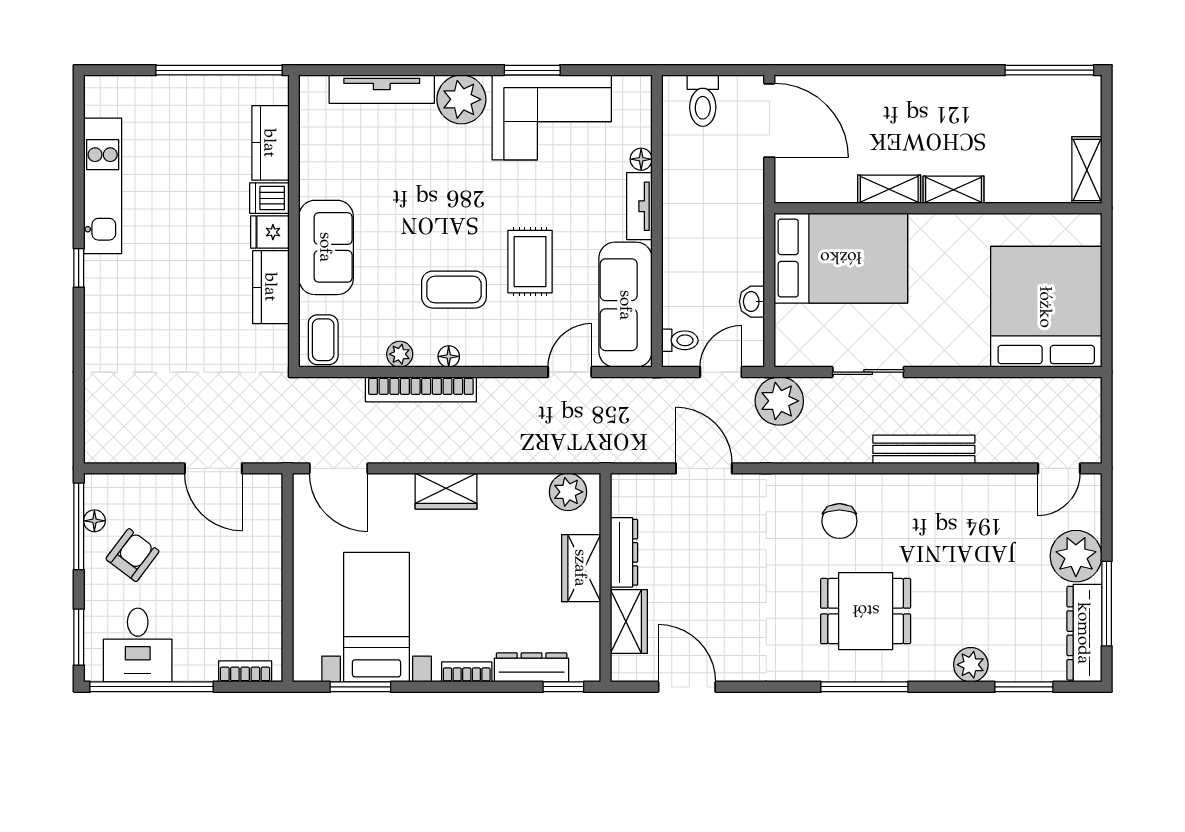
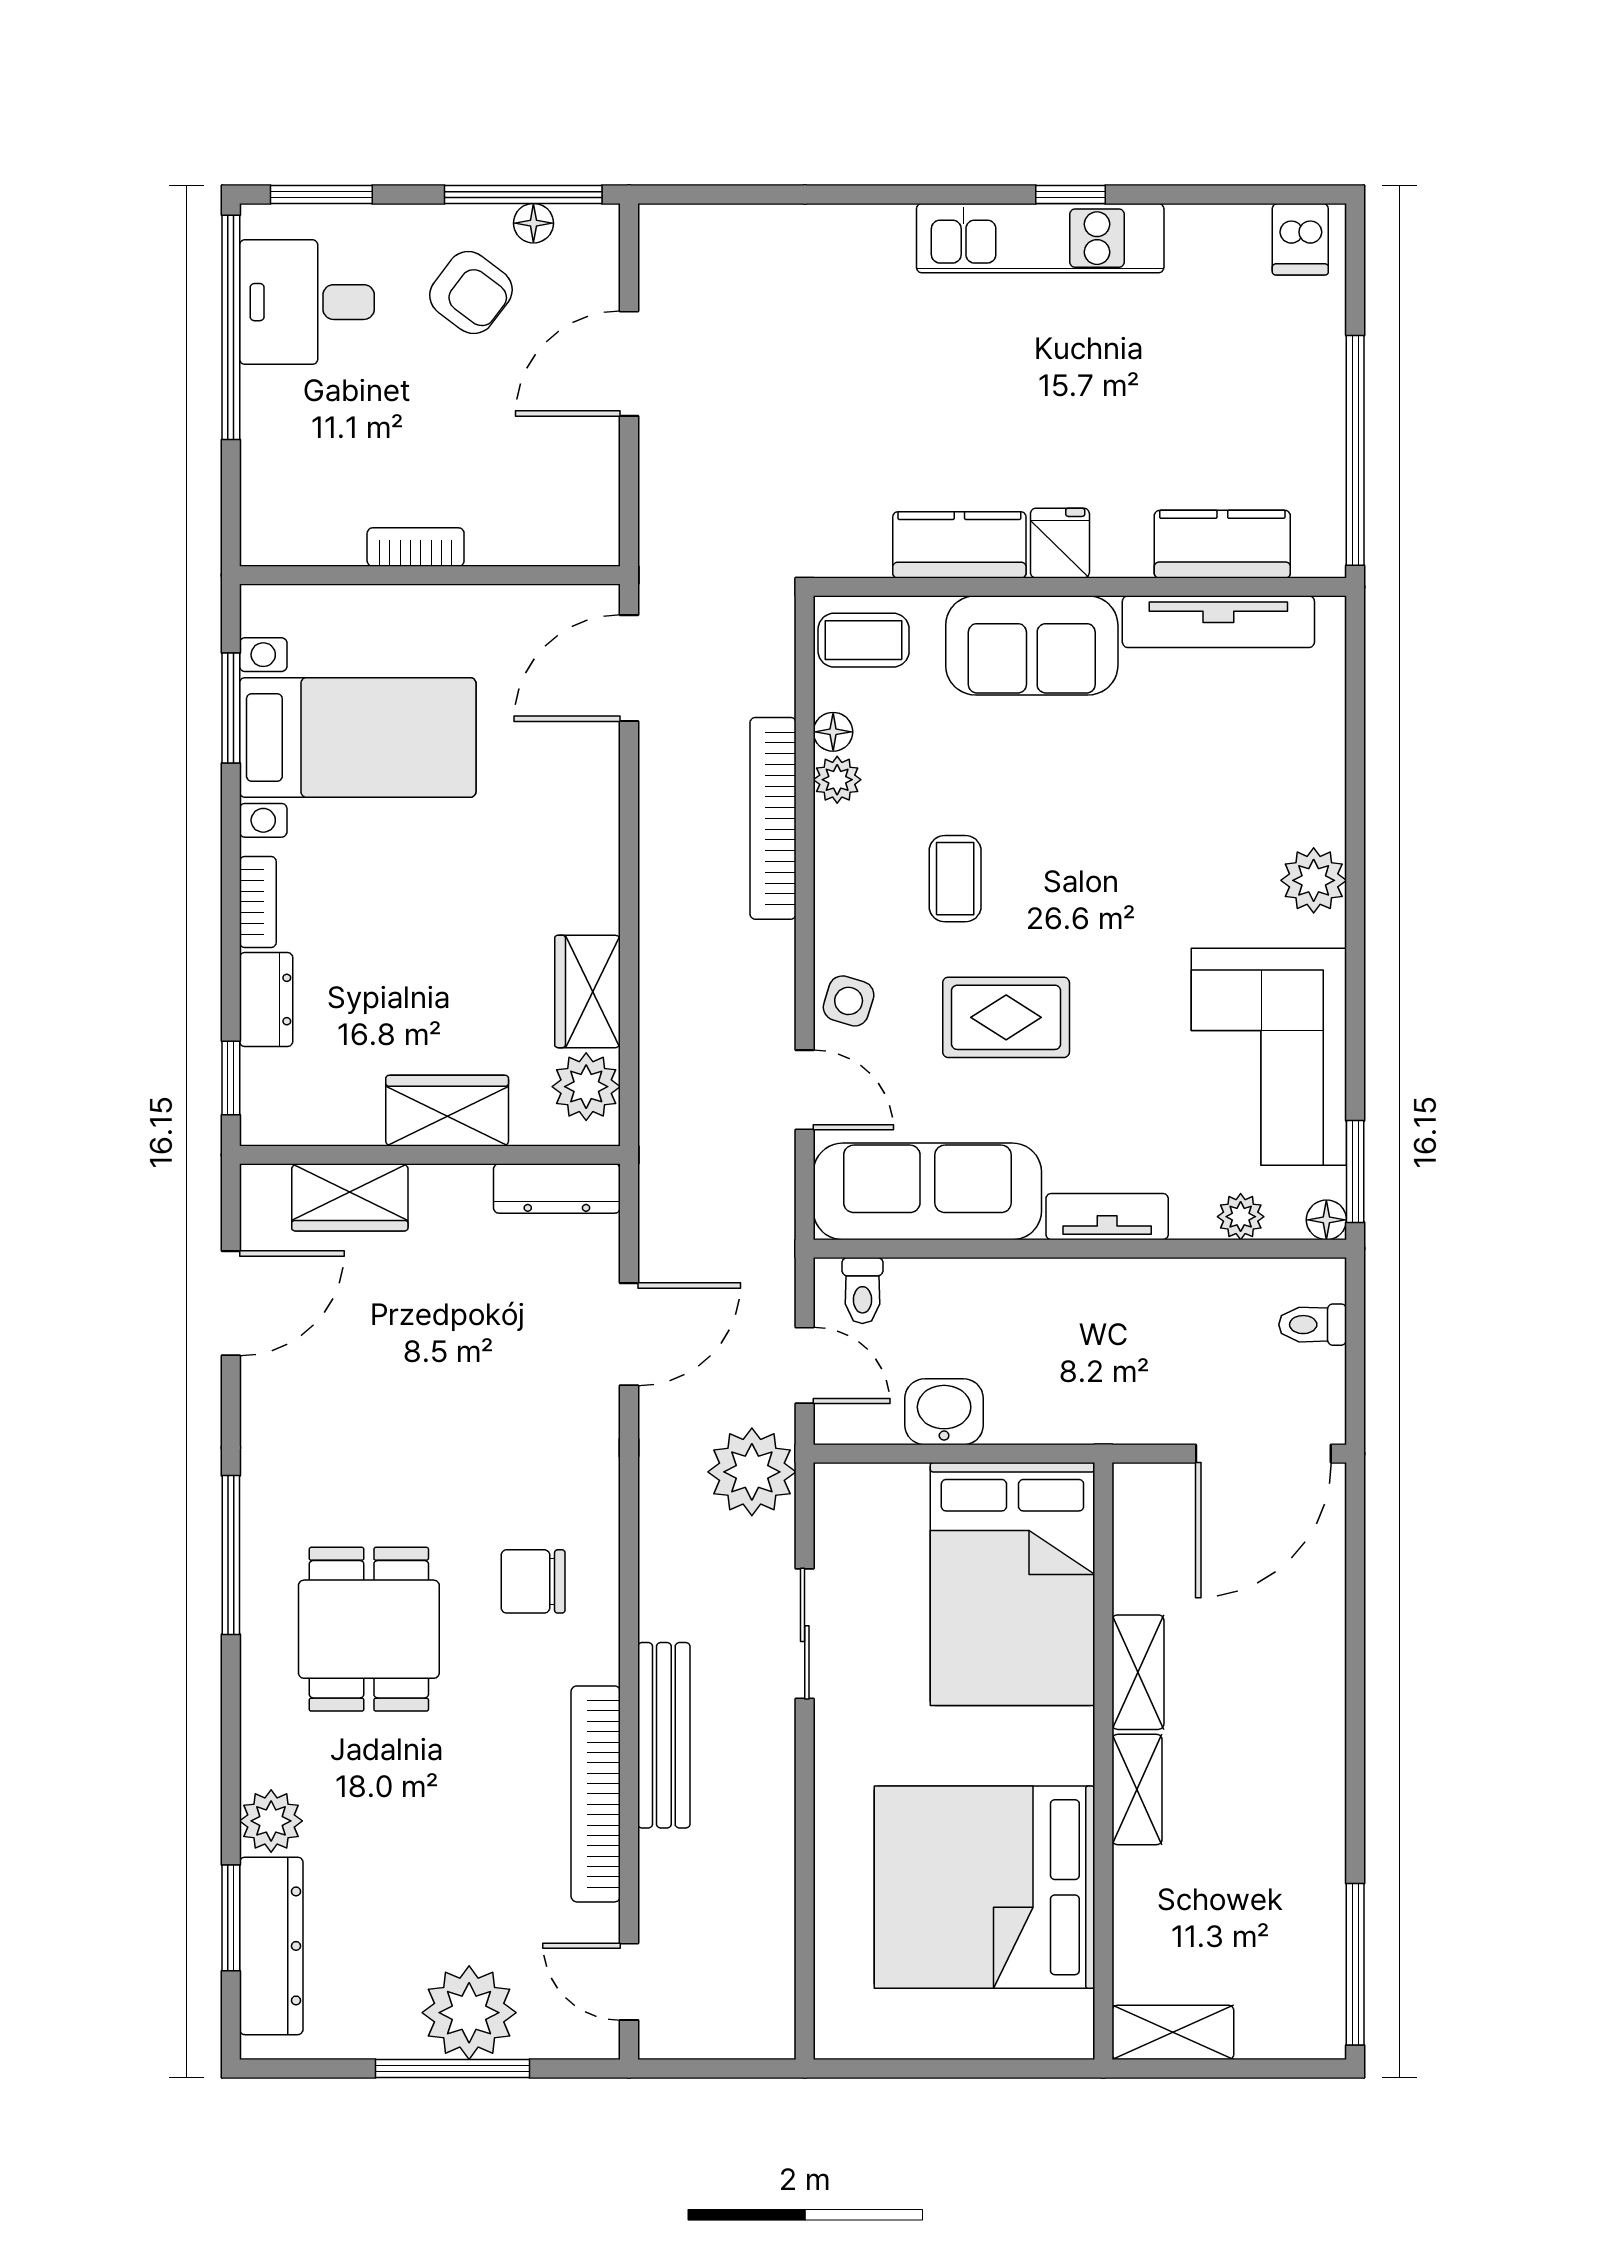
window: (532, 70) -> (1355, 1171), moved
tv unit: (382, 89) -> (1218, 622), moved, turned -90
plant: (461, 99) -> (1314, 880), width x0.73, depth x0.73
toilet: (703, 101) -> (1313, 1325), width x0.73, depth x0.72
plant: (639, 133) -> (1241, 1217), added
floor lamp: (641, 159) -> (1326, 1220), moved
kitchen unit: (103, 186) -> (1040, 238), moved
dishwasher: (269, 198) -> (1300, 239), moved, turned 180
window: (79, 268) -> (1071, 195), moved
coffee table: (454, 290) -> (955, 879), width x0.73, depth x0.77
washbasin: (752, 302) -> (944, 1412), width x1.38, depth x1.45
bed: (1046, 307) -> (984, 1887), moved, turned 180
side table: (521, 348) -> (849, 1001), added
floor lamp: (449, 356) -> (833, 732), moved
door: (213, 468) -> (629, 364), moved
bookcase: (956, 487) -> (596, 1794), added
wardrobe: (446, 491) -> (588, 991), moved
dresser: (624, 552) -> (557, 1189), moved
window: (1107, 604) -> (453, 2069), moved
dresser: (1084, 633) -> (271, 1946), moved, turned 90
dresser: (532, 667) -> (266, 1000), width x0.70
bookcase: (245, 671) -> (416, 547), moved, turned -90
window: (864, 687) -> (231, 1555), moved

